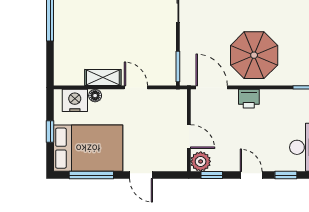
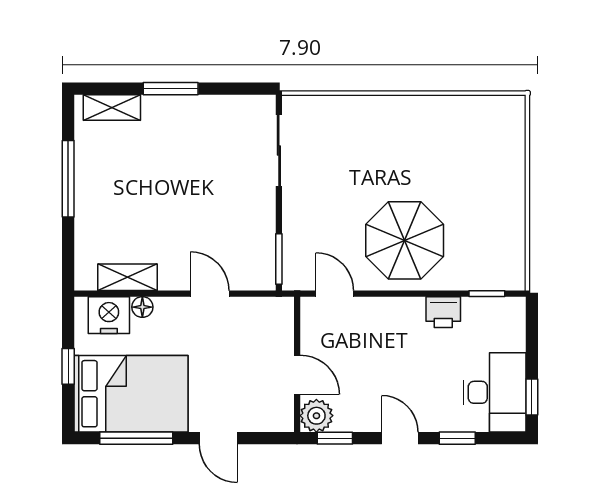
shelving: (103, 77) -> (128, 277), moved
door: (212, 87) -> (335, 294), width x0.73
printer: (249, 99) -> (443, 312), moved

